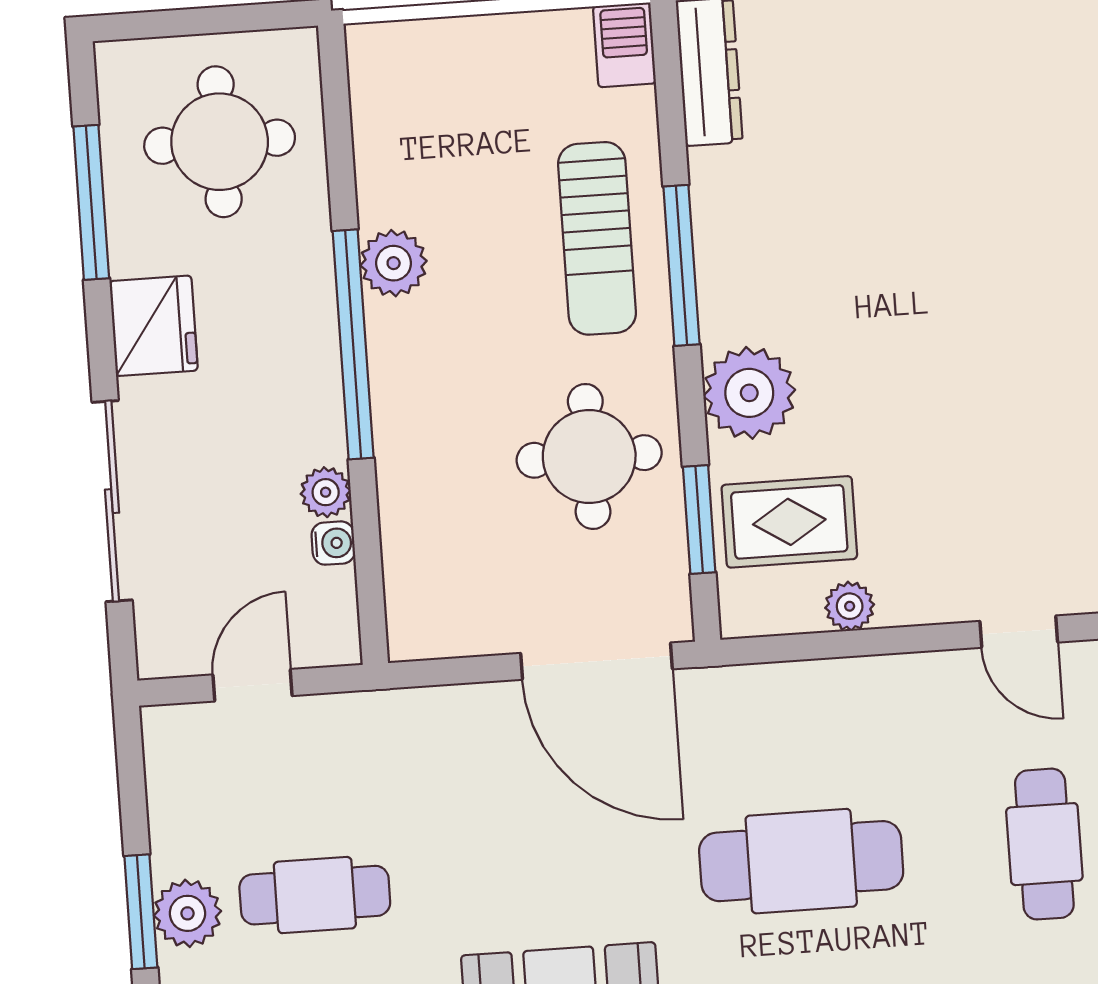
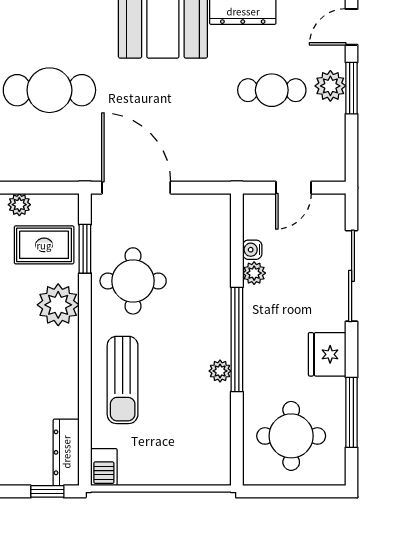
sun lounger: (597, 238) -> (123, 380), turned 180
plant: (394, 263) -> (220, 371), width x0.73, depth x0.73
window: (681, 265) -> (85, 365), removed

